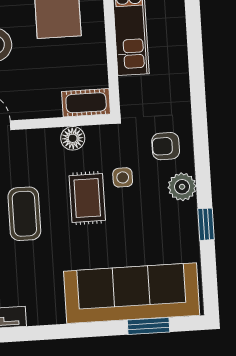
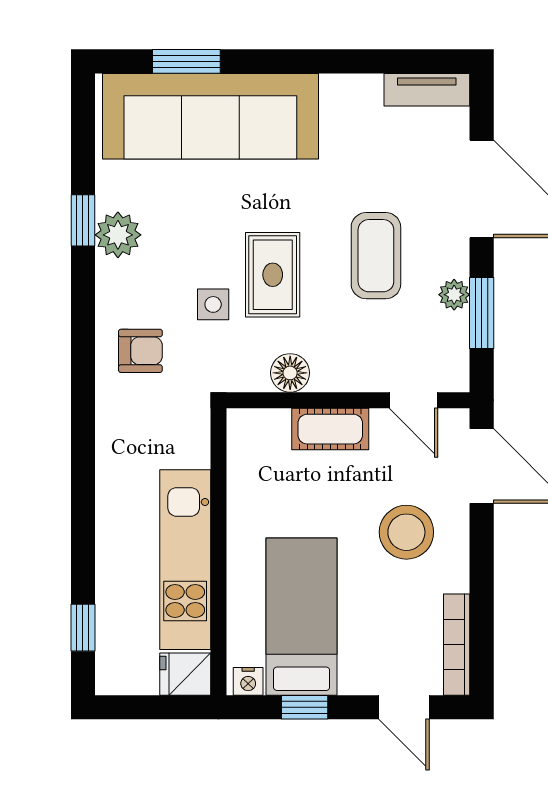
cot: (86, 103) -> (330, 429), moved
plant: (182, 187) -> (118, 235), moved

